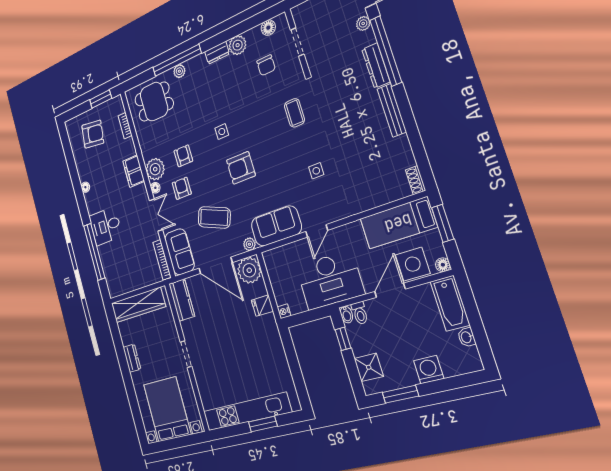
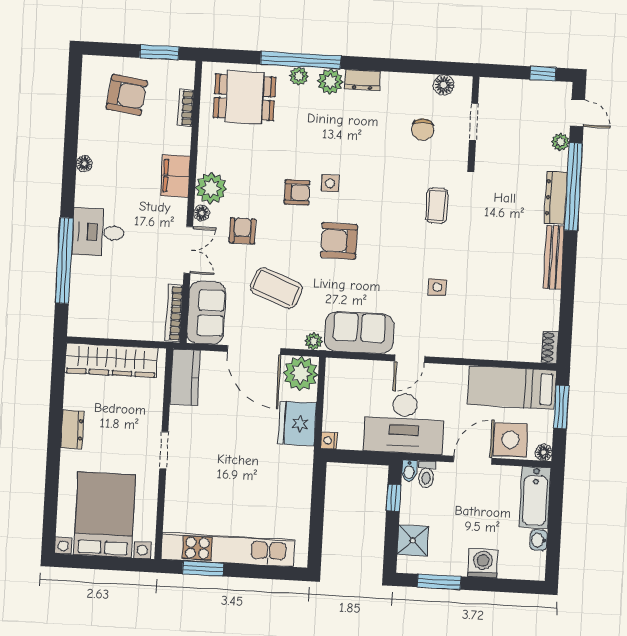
plant: (238, 45) -> (330, 81), moved
armchair: (183, 156) -> (297, 192), moved, turned 90
fridge: (262, 306) -> (297, 424), width x1.88, depth x1.34
window: (263, 424) -> (203, 569), moved

